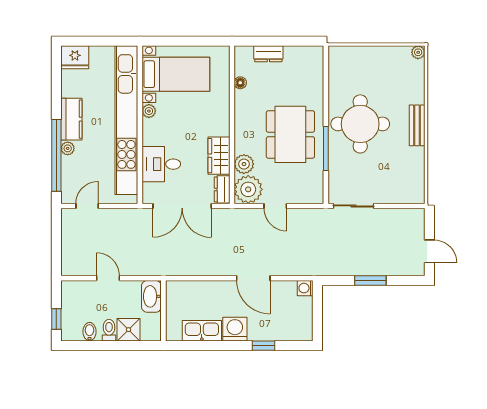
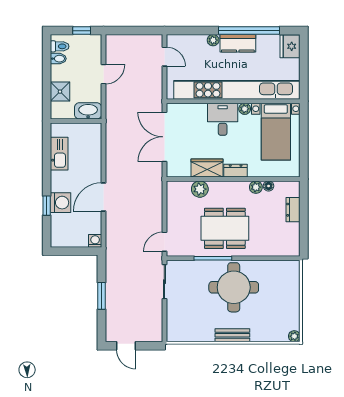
window: (56, 155) -> (249, 31), moved
desk: (161, 164) -> (223, 119), moved
dresser: (222, 189) -> (236, 171), moved
plant: (248, 189) -> (256, 187), moved, width x0.53, depth x0.53
door: (275, 206) -> (164, 242), moved
door: (429, 251) -> (126, 346), hinge flipped
window: (56, 319) -> (82, 31), moved
washing machine: (235, 329) -> (60, 203), moved
toilet: (109, 330) -> (60, 46), moved

